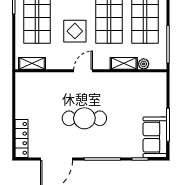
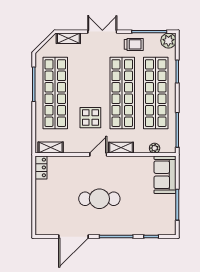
shelving: (124, 63) -> (121, 148), moved
sofa: (155, 137) -> (165, 175), moved
locker: (22, 138) -> (41, 167), moved, width x0.66

